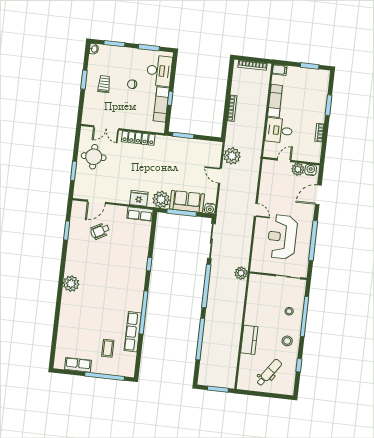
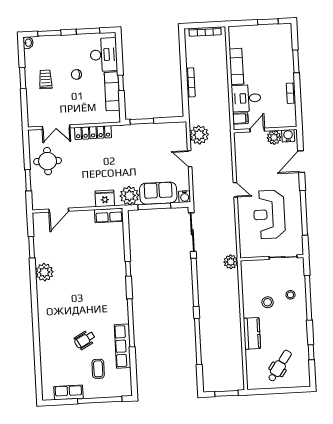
filing cabinet: (280, 70) -> (240, 118), moved
wheelchair: (100, 231) -> (85, 340), moved
plant: (71, 284) -> (44, 272), moved
stool: (287, 341) -> (268, 302), moved

